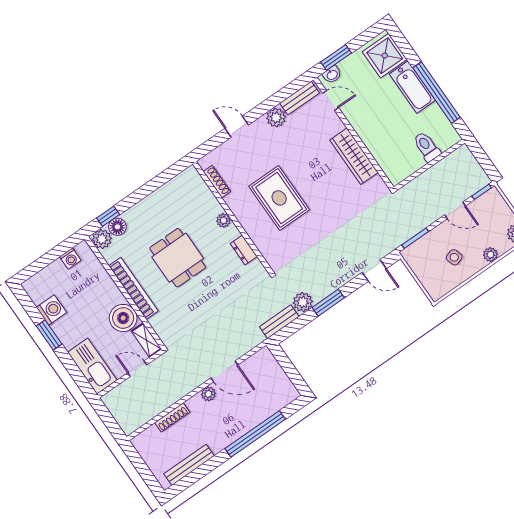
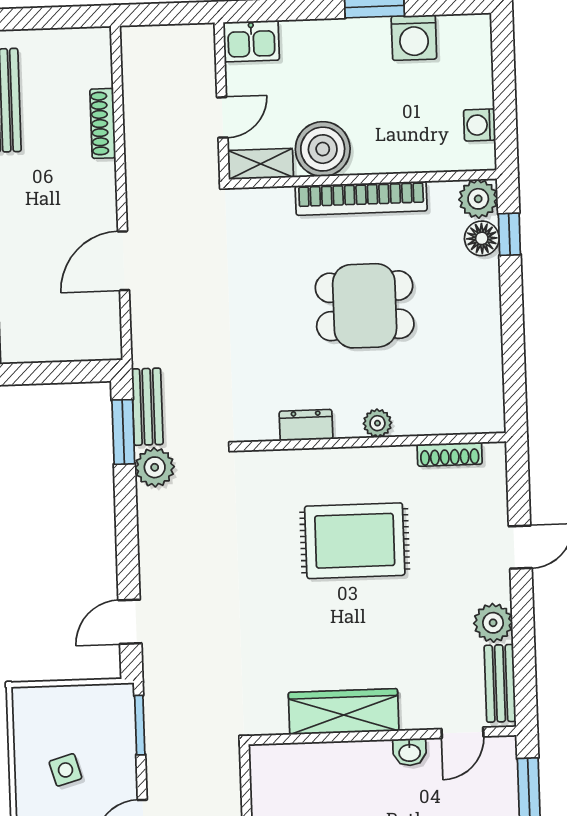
washbasin: (332, 75) -> (410, 752), moved, turned -90
window: (328, 303) -> (123, 432), moved
kitchen sink: (92, 366) -> (251, 41), width x0.53, depth x0.81
plant: (208, 394) -> (103, 210), removed

